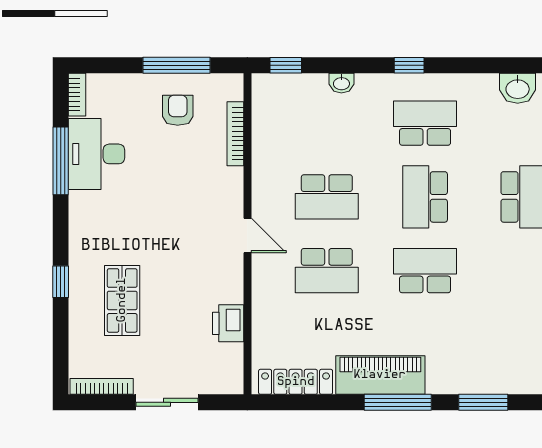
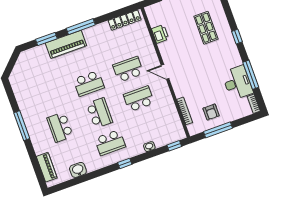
window: (61, 282) -> (237, 37), moved
piano: (380, 375) -> (66, 44), moved

